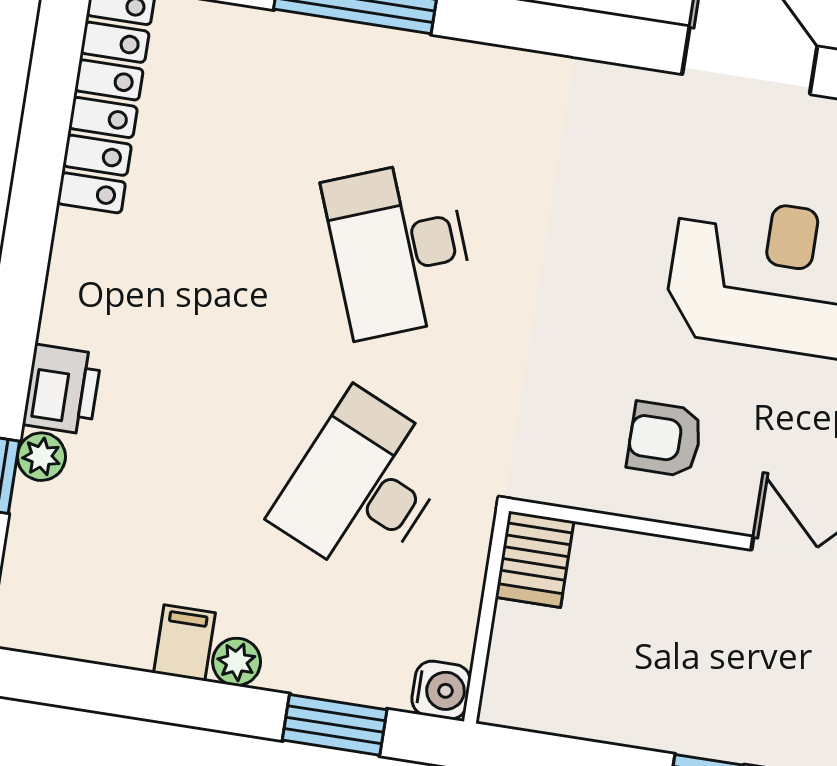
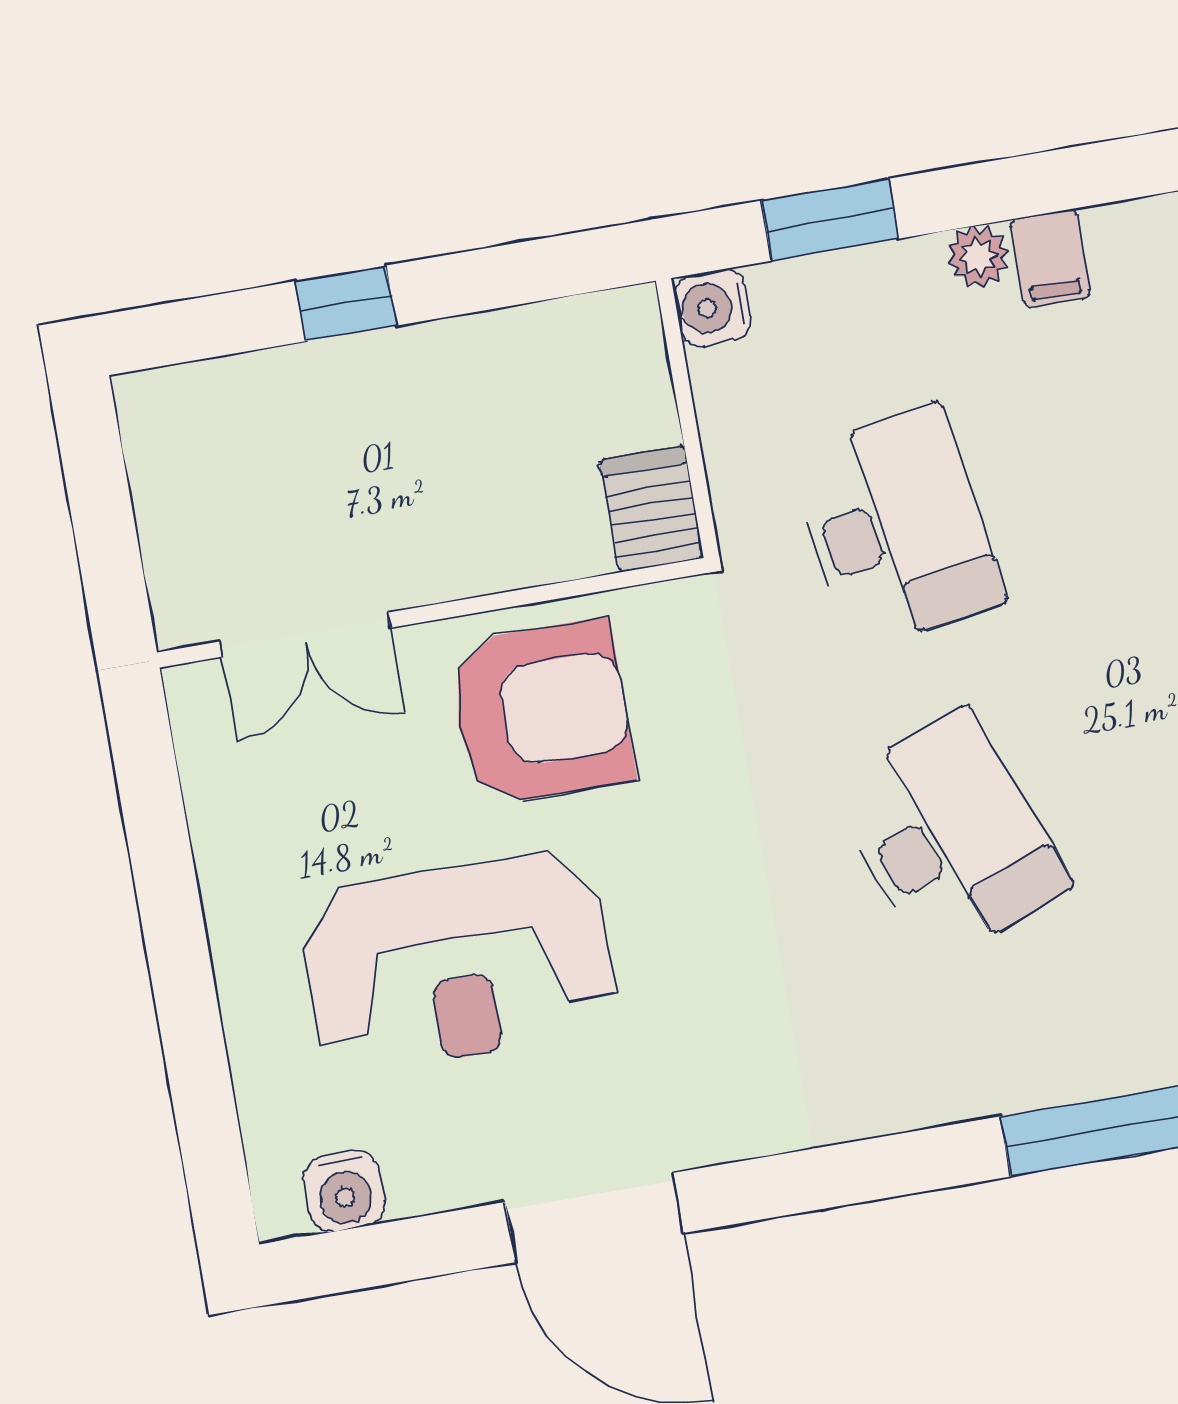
armchair: (665, 439) -> (541, 712), width x1.88, depth x1.88
desk: (362, 486) -> (896, 528), turned -33

